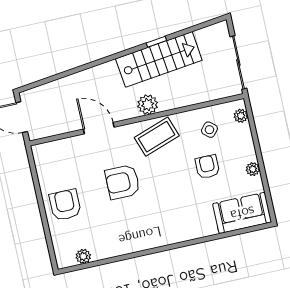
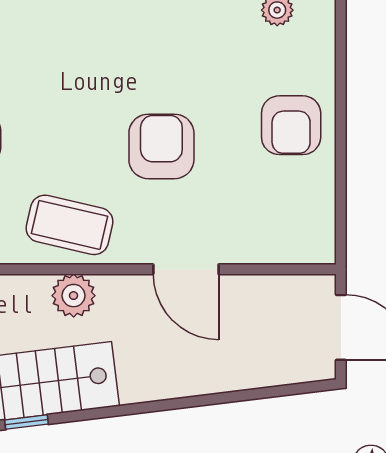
coffee table: (157, 137) -> (69, 225), turned 32
armchair: (122, 182) -> (161, 146), turned -90

